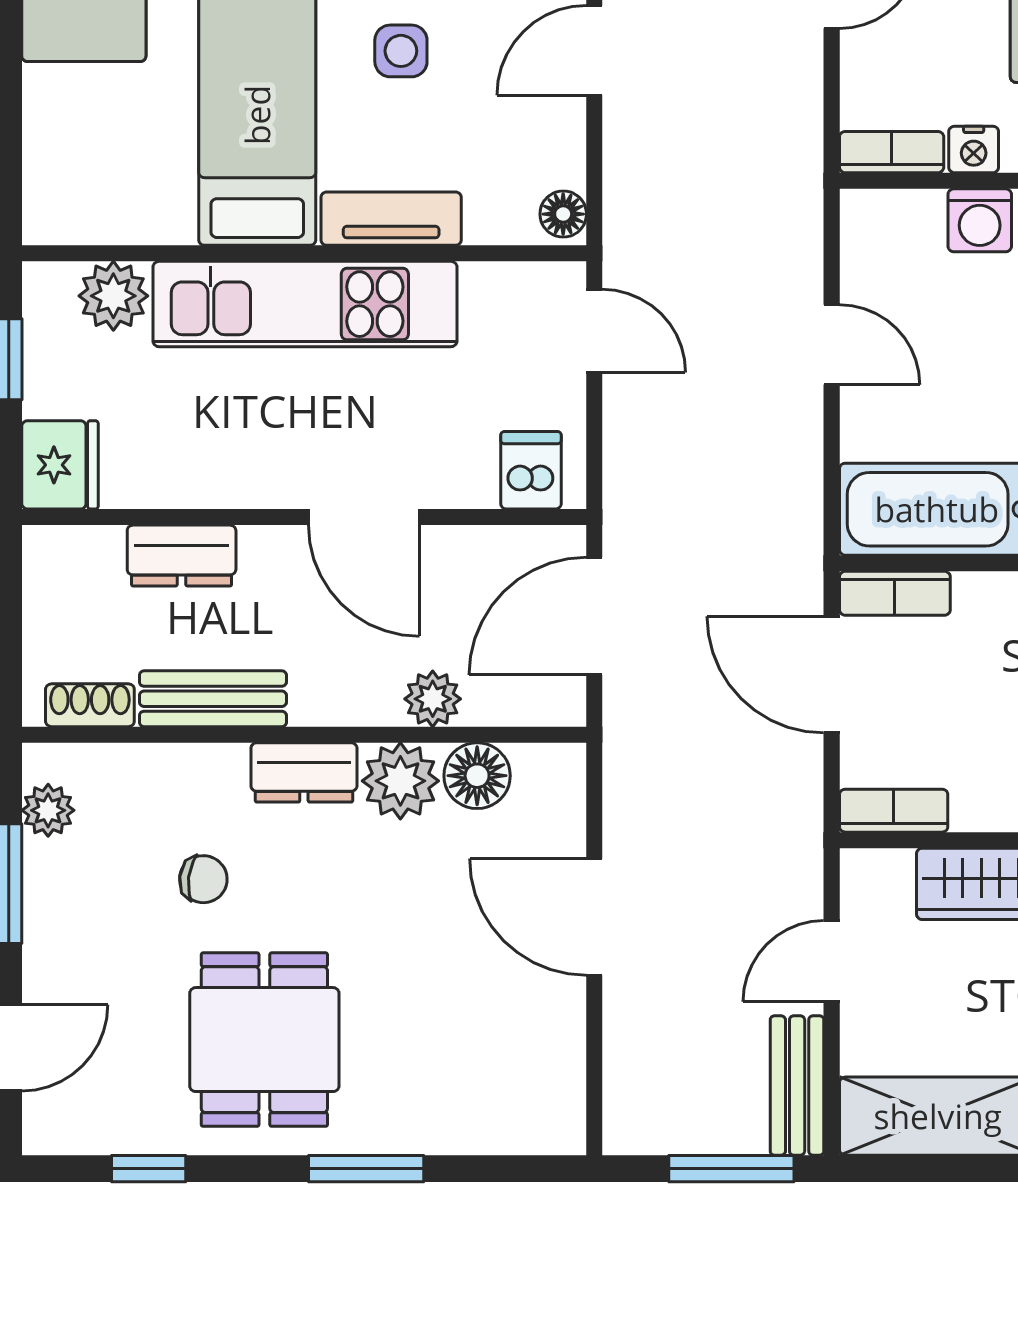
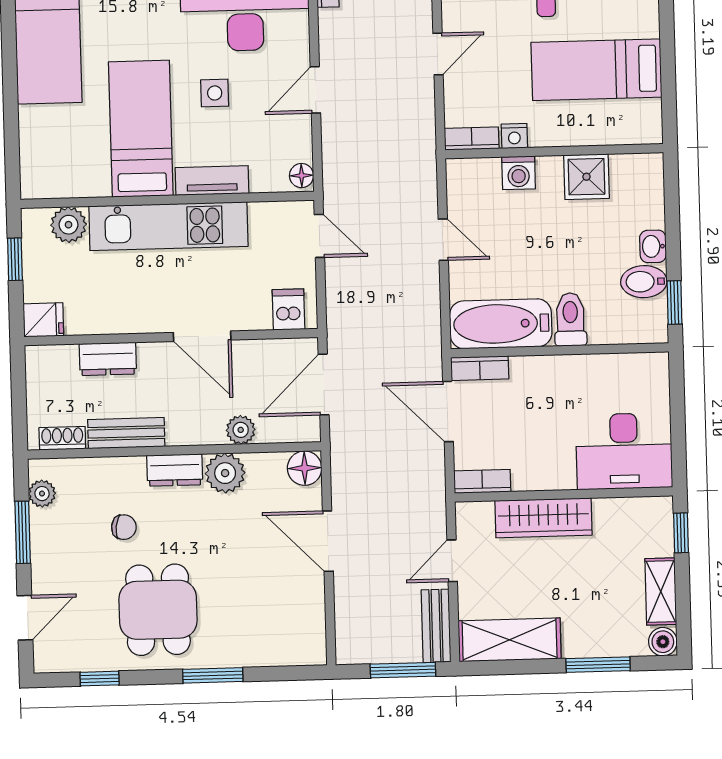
fridge: (60, 465) -> (43, 320), width x0.72
floor lamp: (477, 776) -> (305, 468), moved

